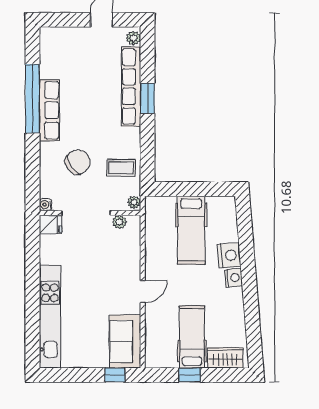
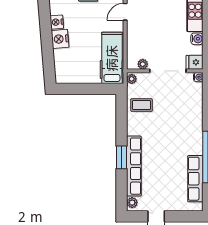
row of seats: (49, 110) -> (195, 179), moved
chair: (78, 162) -> (174, 109), removed
hospital bed: (191, 230) -> (112, 58), moved
water cooler: (47, 256) -> (197, 39), added

